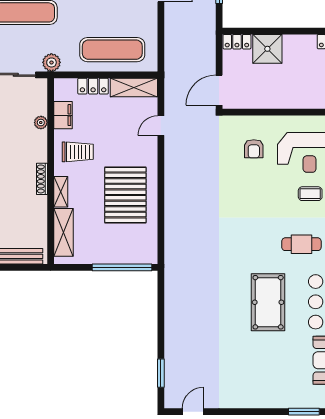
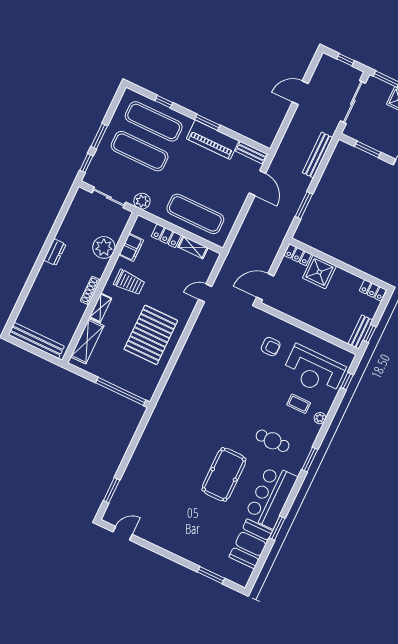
shelving: (134, 87) -> (193, 247), width x0.67, depth x0.75
plant: (41, 123) -> (104, 247), width x1.88, depth x1.88
armchair: (254, 149) -> (271, 347), turned -90

